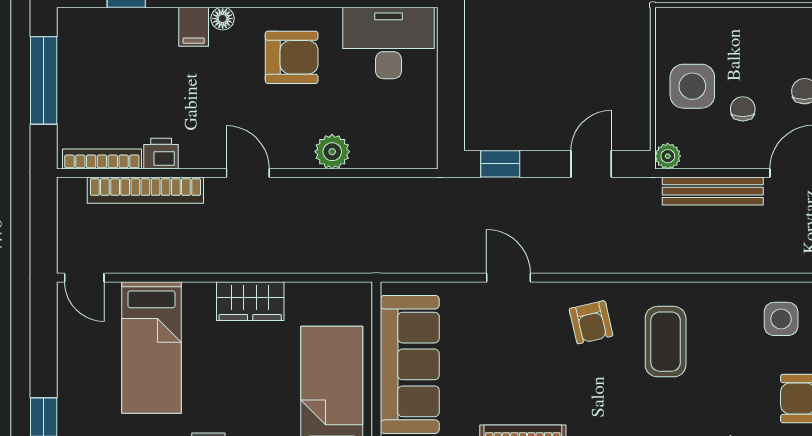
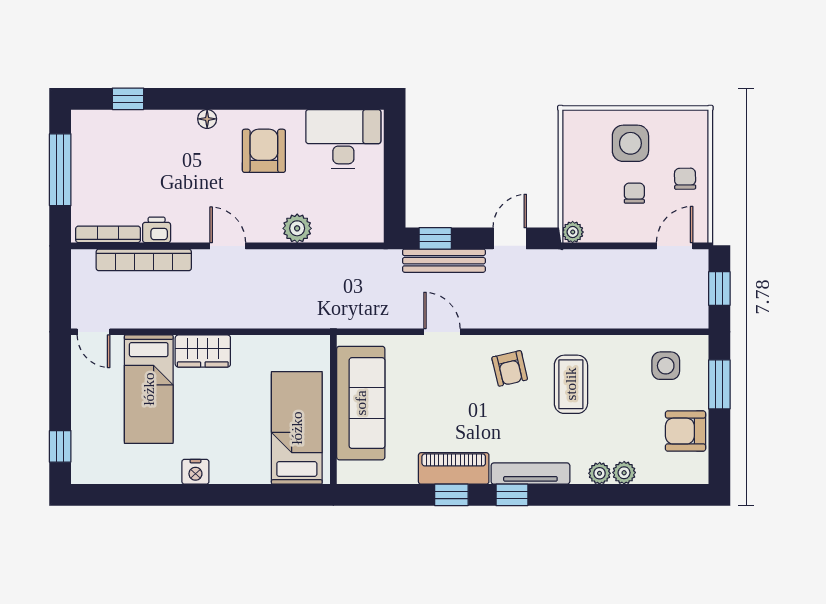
filing cabinet: (194, 27) -> (183, 126), removed
armchair: (292, 57) -> (264, 151), turned -90
side table: (692, 86) -> (630, 143), moved
bench: (713, 191) -> (444, 261), moved
wardrobe: (250, 301) -> (203, 351), moved

